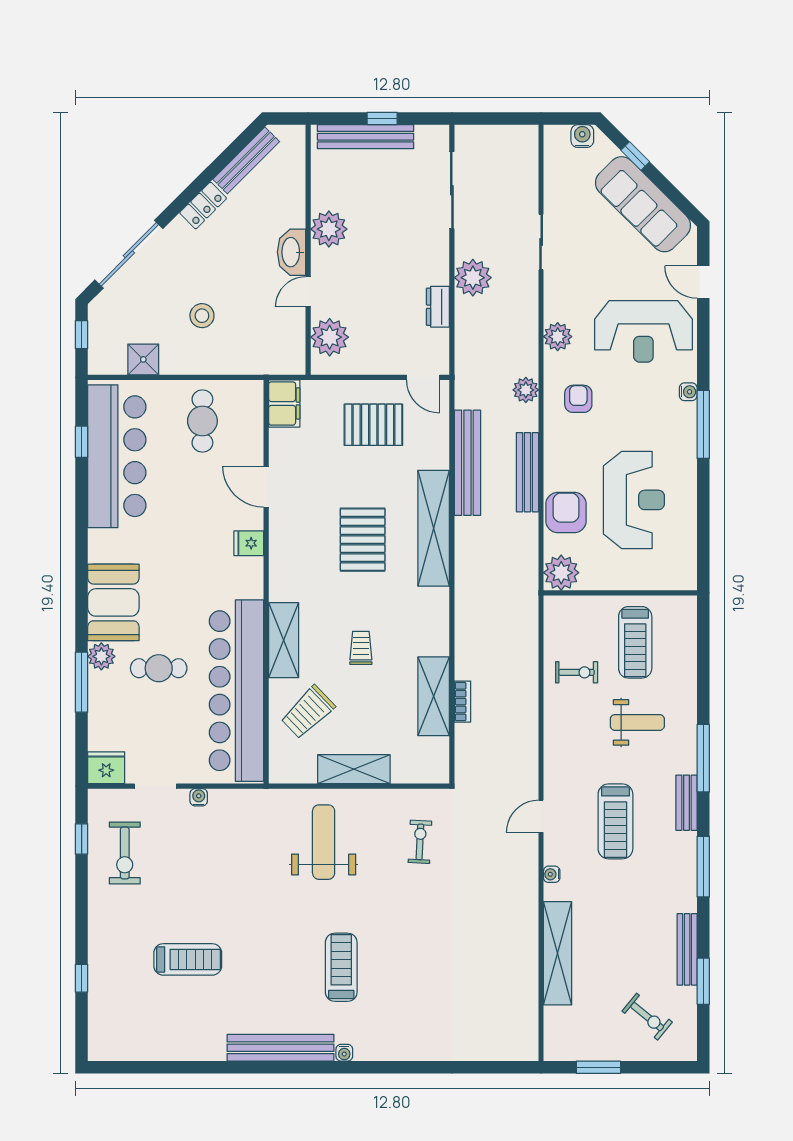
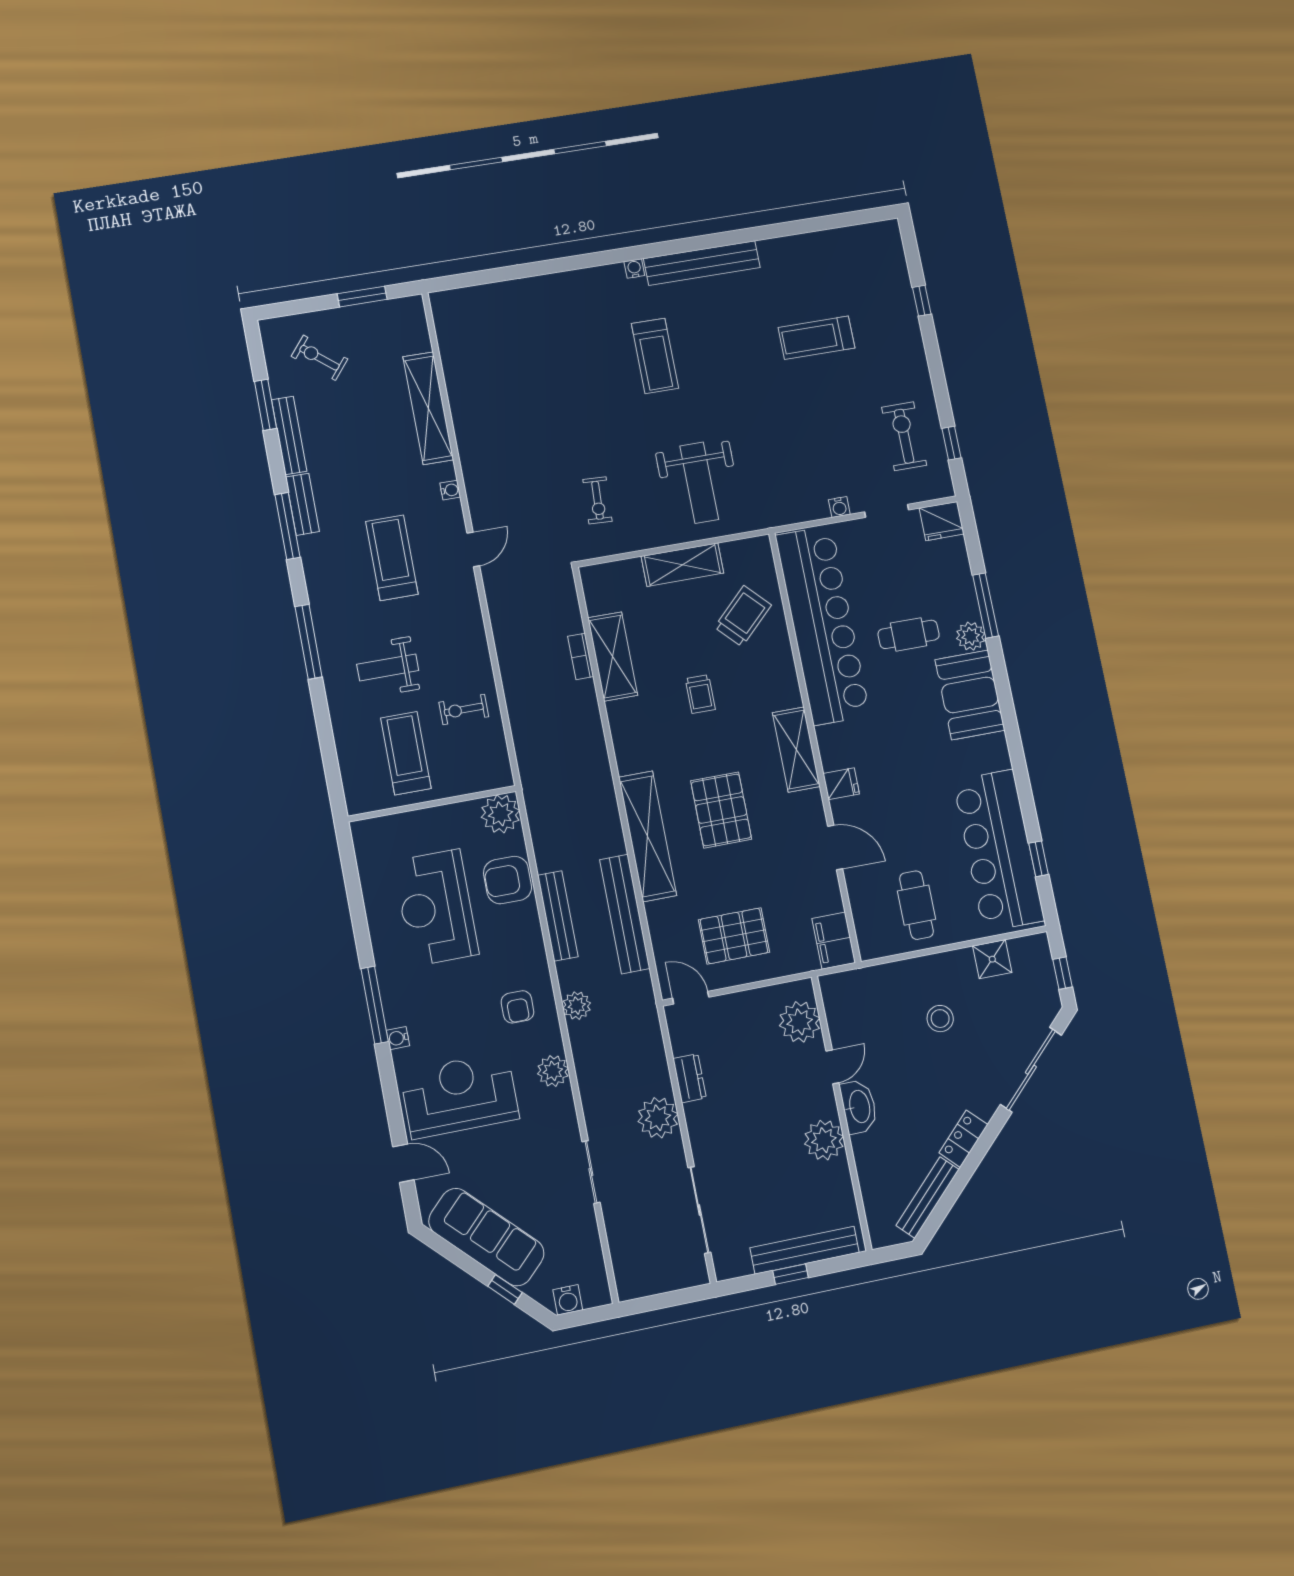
armchair: (566, 513) -> (508, 880), turned 90
shelving: (284, 640) -> (796, 750), moved
bench: (687, 803) -> (302, 504), moved

